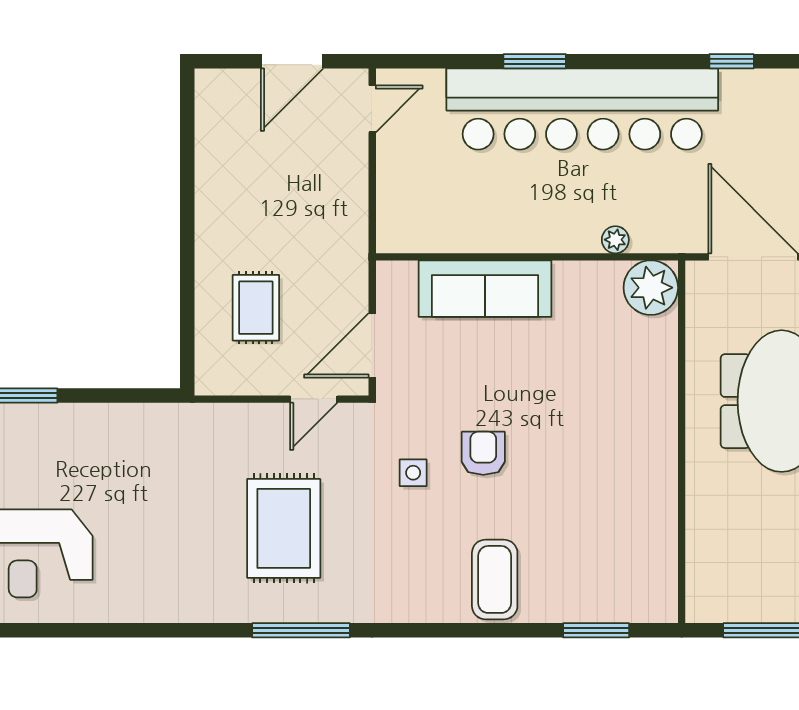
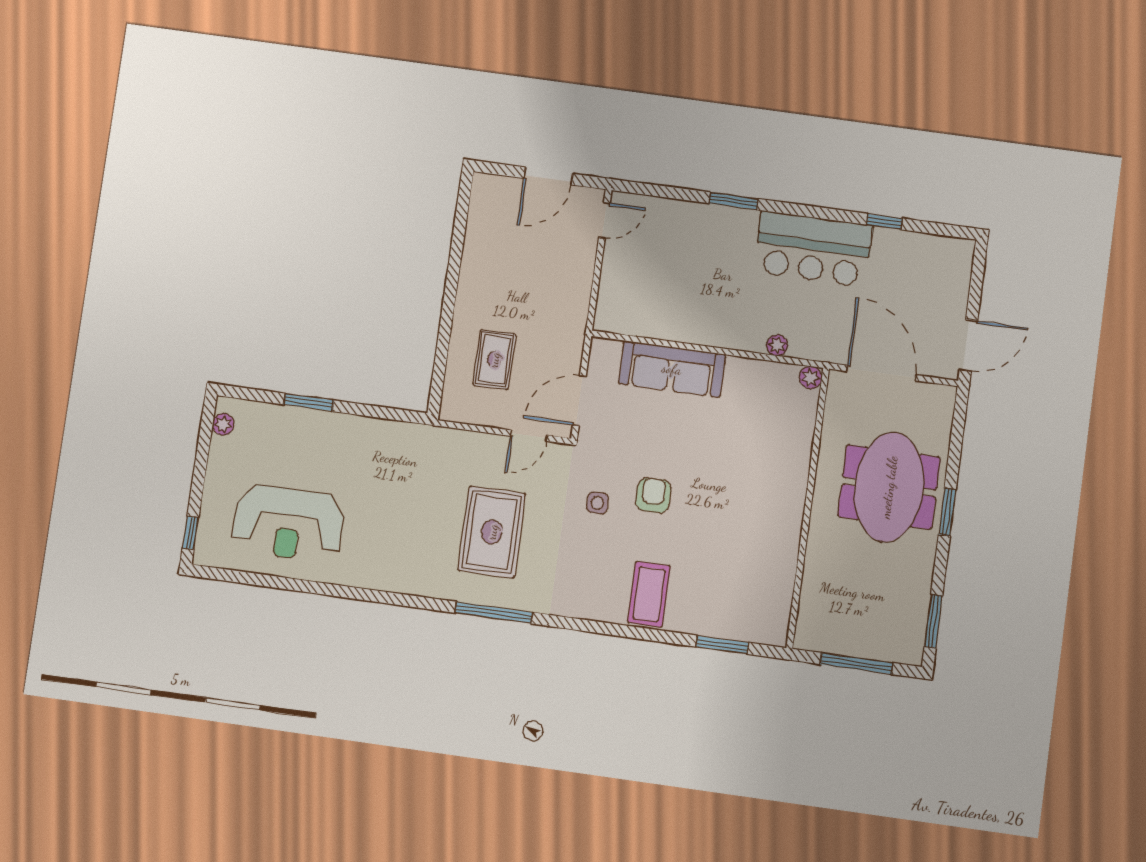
bar counter: (582, 109) -> (813, 249), width x0.54
plant: (651, 288) -> (811, 377), width x0.53, depth x0.53

